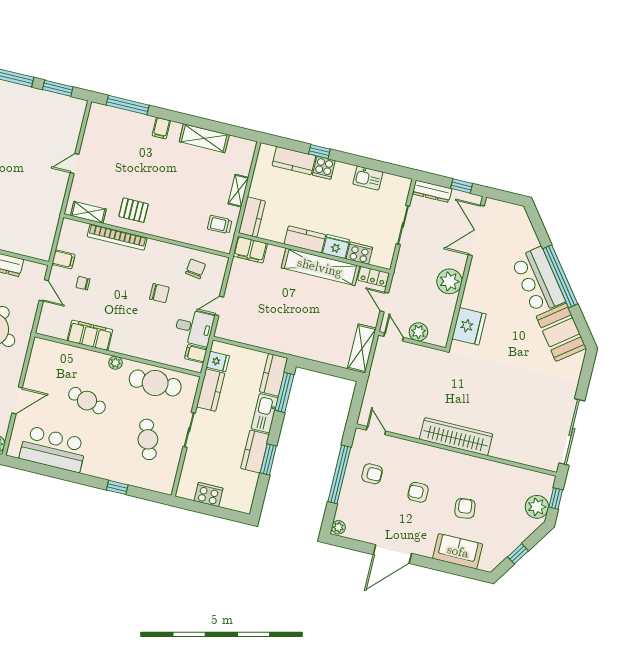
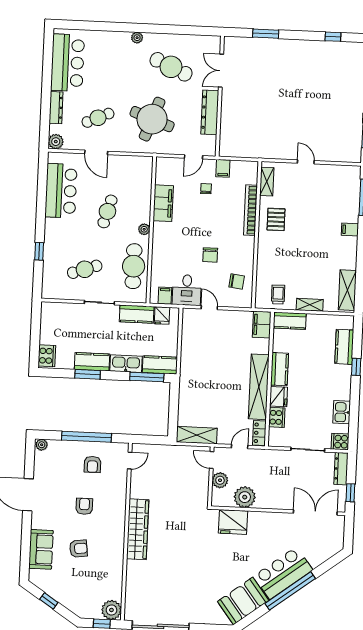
shelving: (204, 138) -> (347, 290), moved
cooker: (324, 168) -> (340, 442), moved
plant: (449, 281) -> (245, 497), moved
door: (394, 337) -> (212, 460), swing flipped
cooker: (208, 495) -> (47, 356), moved
plant: (537, 507) -> (111, 610), moved

